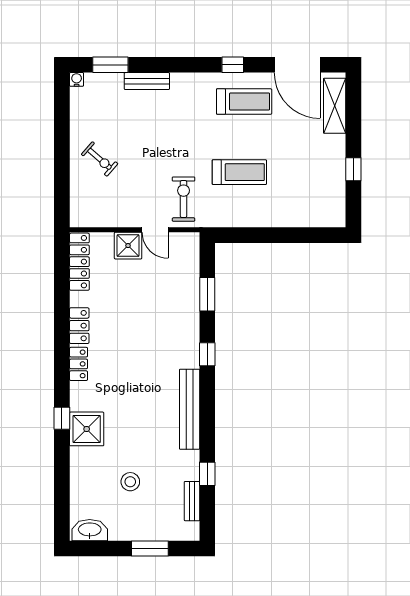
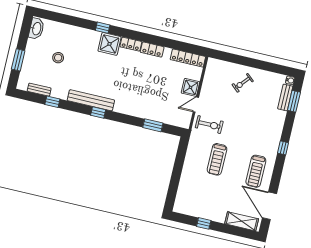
window: (233, 65) -> (283, 148), moved
door: (297, 65) -> (269, 206), hinge flipped
bench: (147, 81) -> (285, 97), moved
window: (207, 354) -> (98, 112), moved
shower: (87, 429) -> (110, 44), moved

